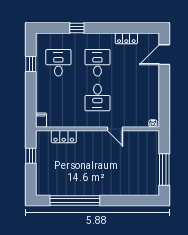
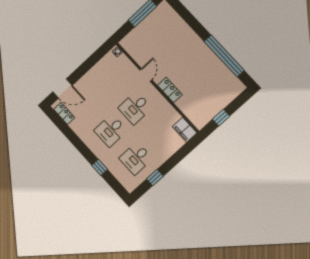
locker: (126, 38) -> (64, 113), moved
desk: (97, 97) -> (135, 108), turned 180
filing cabinet: (41, 120) -> (185, 130), width x2.00
locker: (64, 137) -> (170, 90), moved

